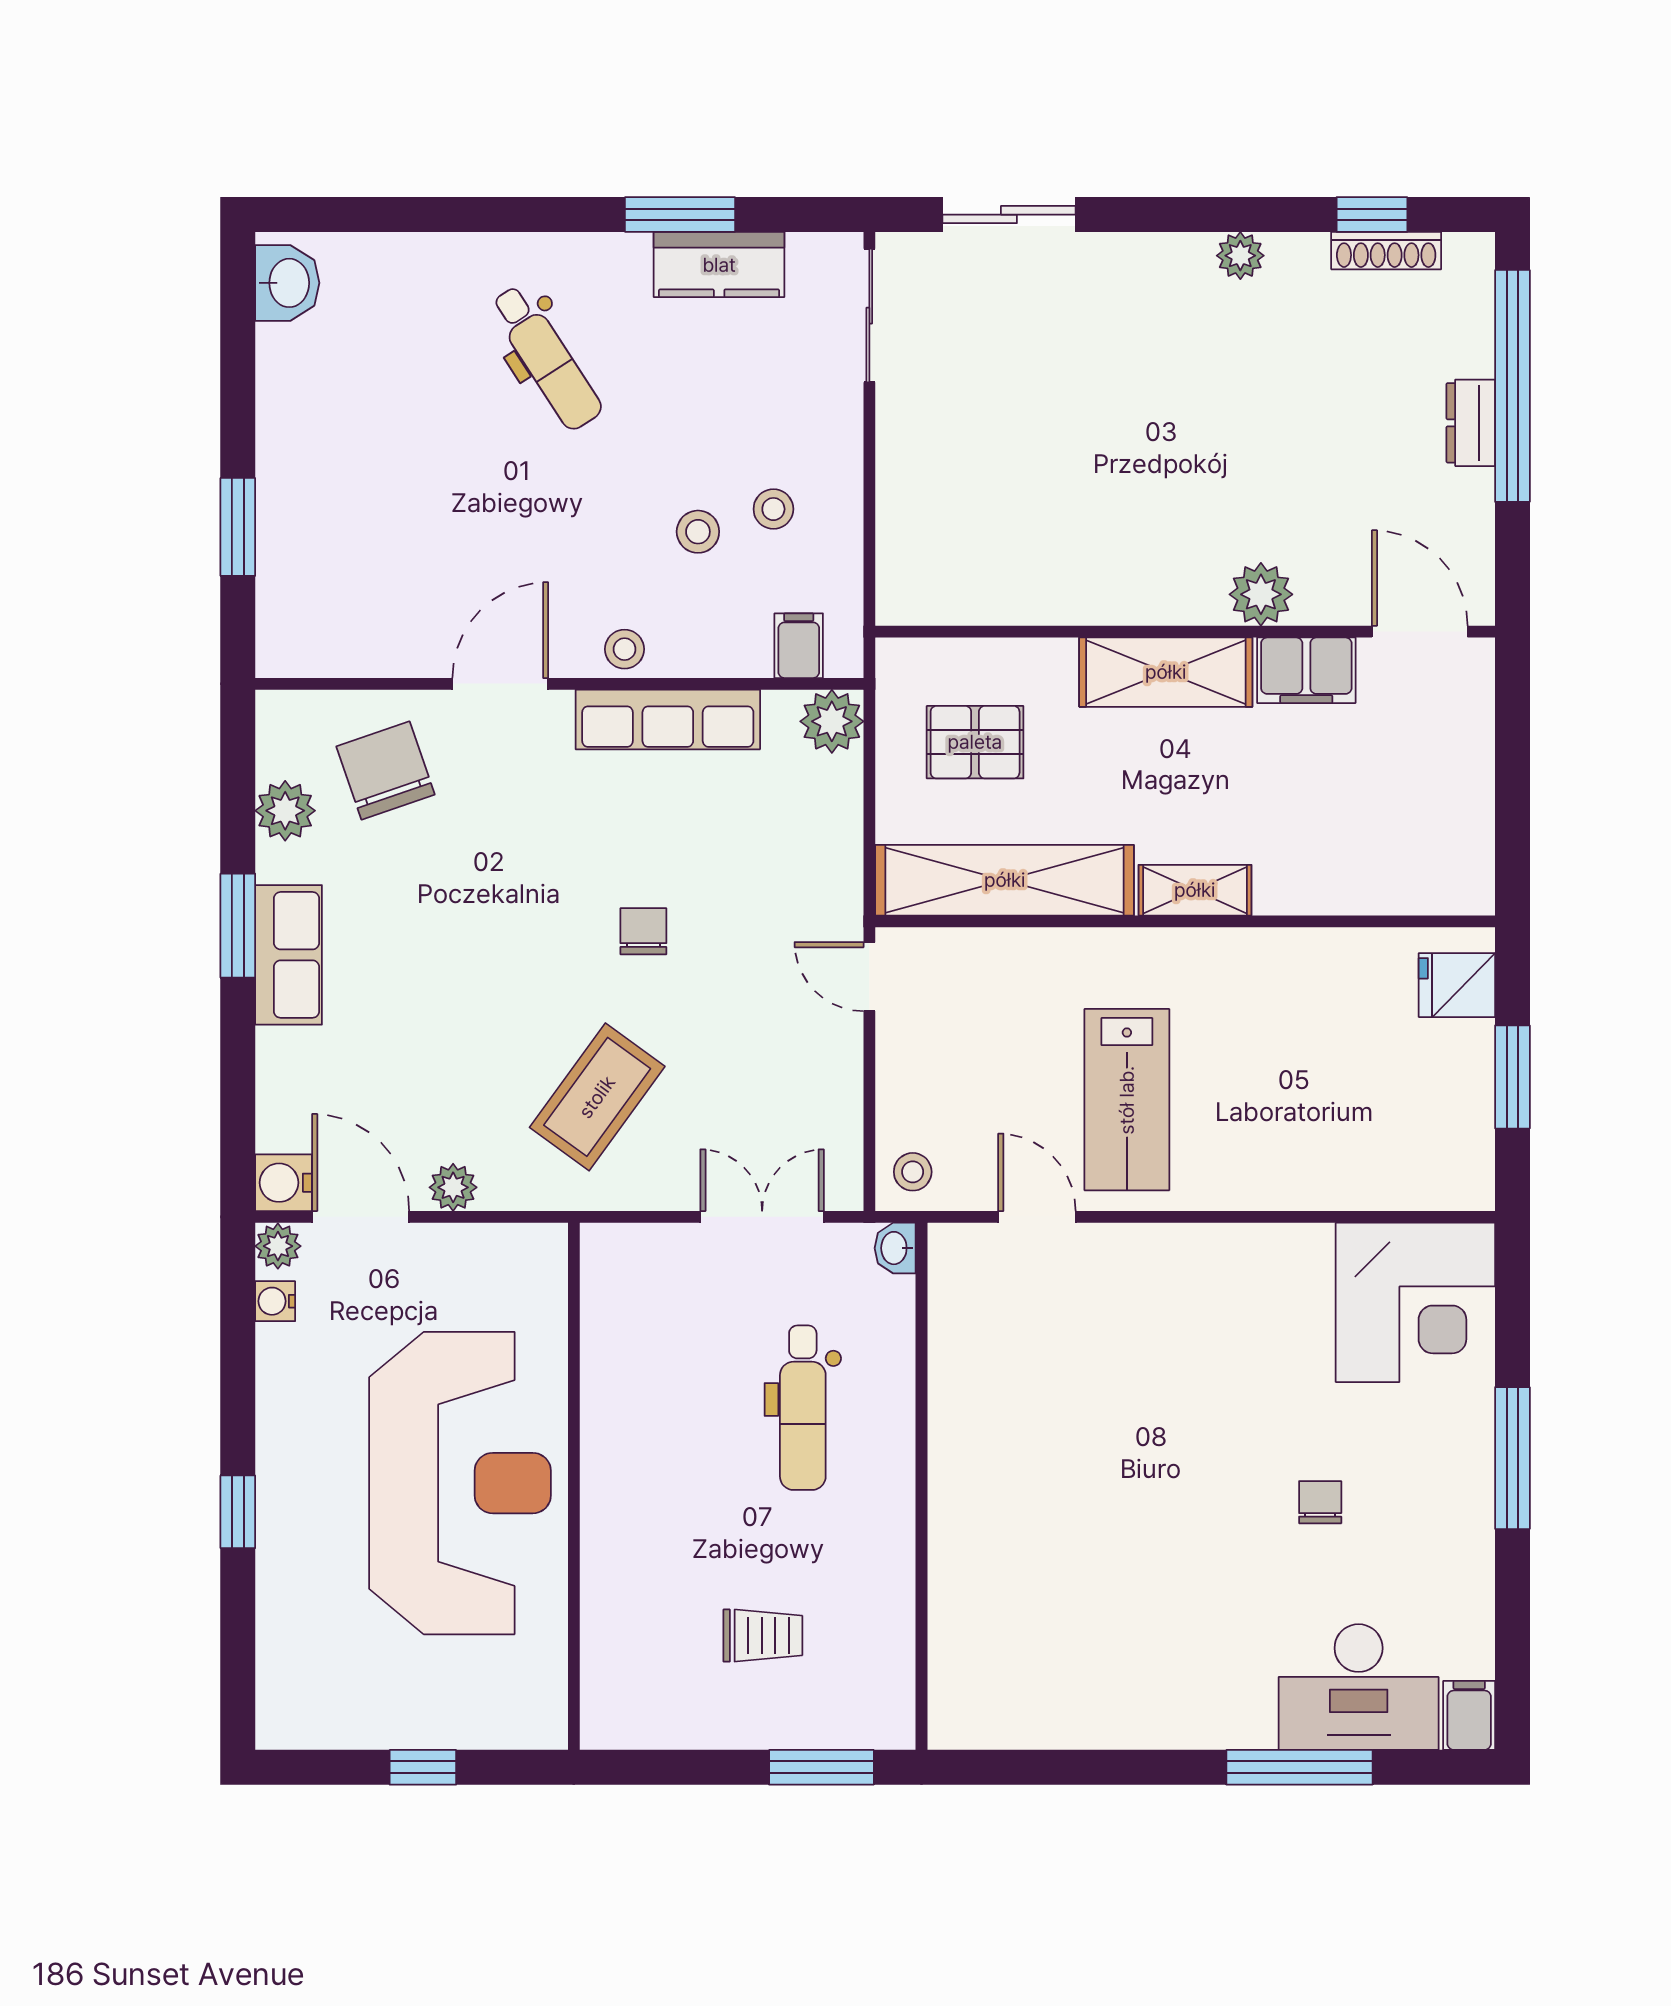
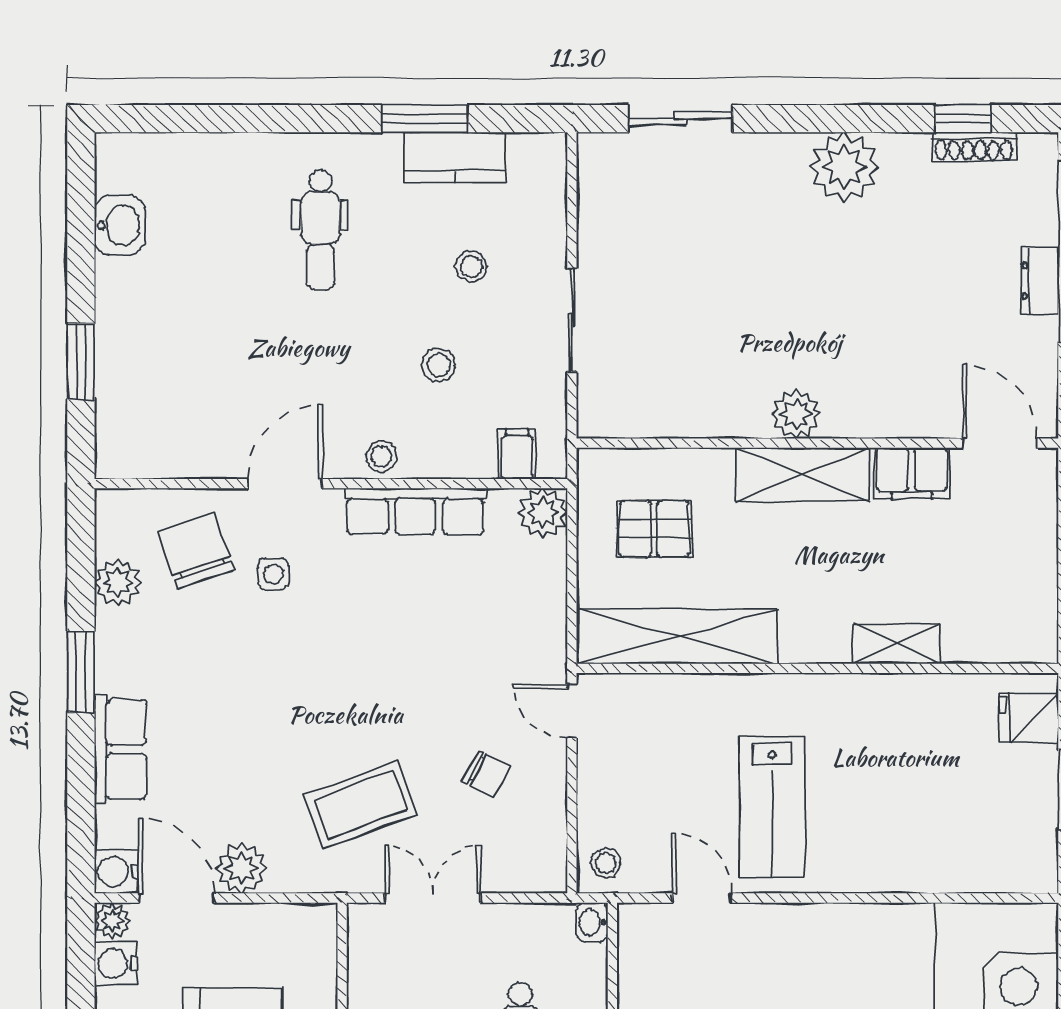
plant: (1240, 256) -> (844, 167), width x1.88, depth x1.88
washbasin: (287, 283) -> (119, 225), moved
sliding door: (869, 316) -> (572, 320), moved
dental chair: (546, 358) -> (321, 230), turned 33
stool: (773, 509) -> (471, 267), moved
plant: (1261, 594) -> (796, 414), moved
side table: (485, 800) -> (273, 574), added
shelving: (1195, 890) -> (896, 644), moved
chair: (643, 931) -> (486, 774), moved, turned 118
row of seats: (289, 955) -> (120, 749), moved
coffee table: (597, 1097) -> (360, 805), turned 34
plant: (453, 1187) -> (241, 868), width x1.38, depth x1.38
double door: (762, 1217) -> (433, 898), moved
water cooler: (275, 1301) -> (116, 964), width x1.38, depth x1.38

